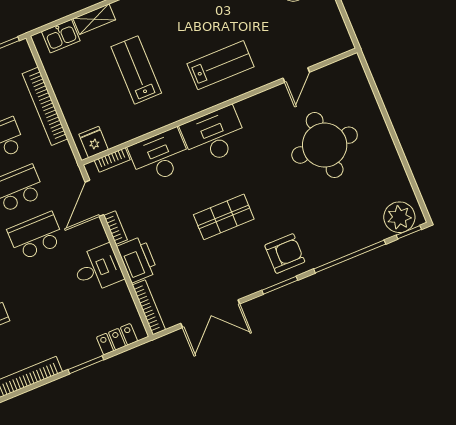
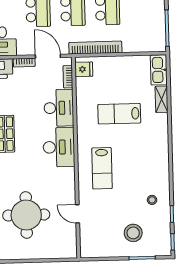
kitchen sink: (61, 36) -> (159, 70), width x1.38
lab bench: (136, 70) -> (119, 114), turned 180
bookcase: (45, 106) -> (95, 48), moved

